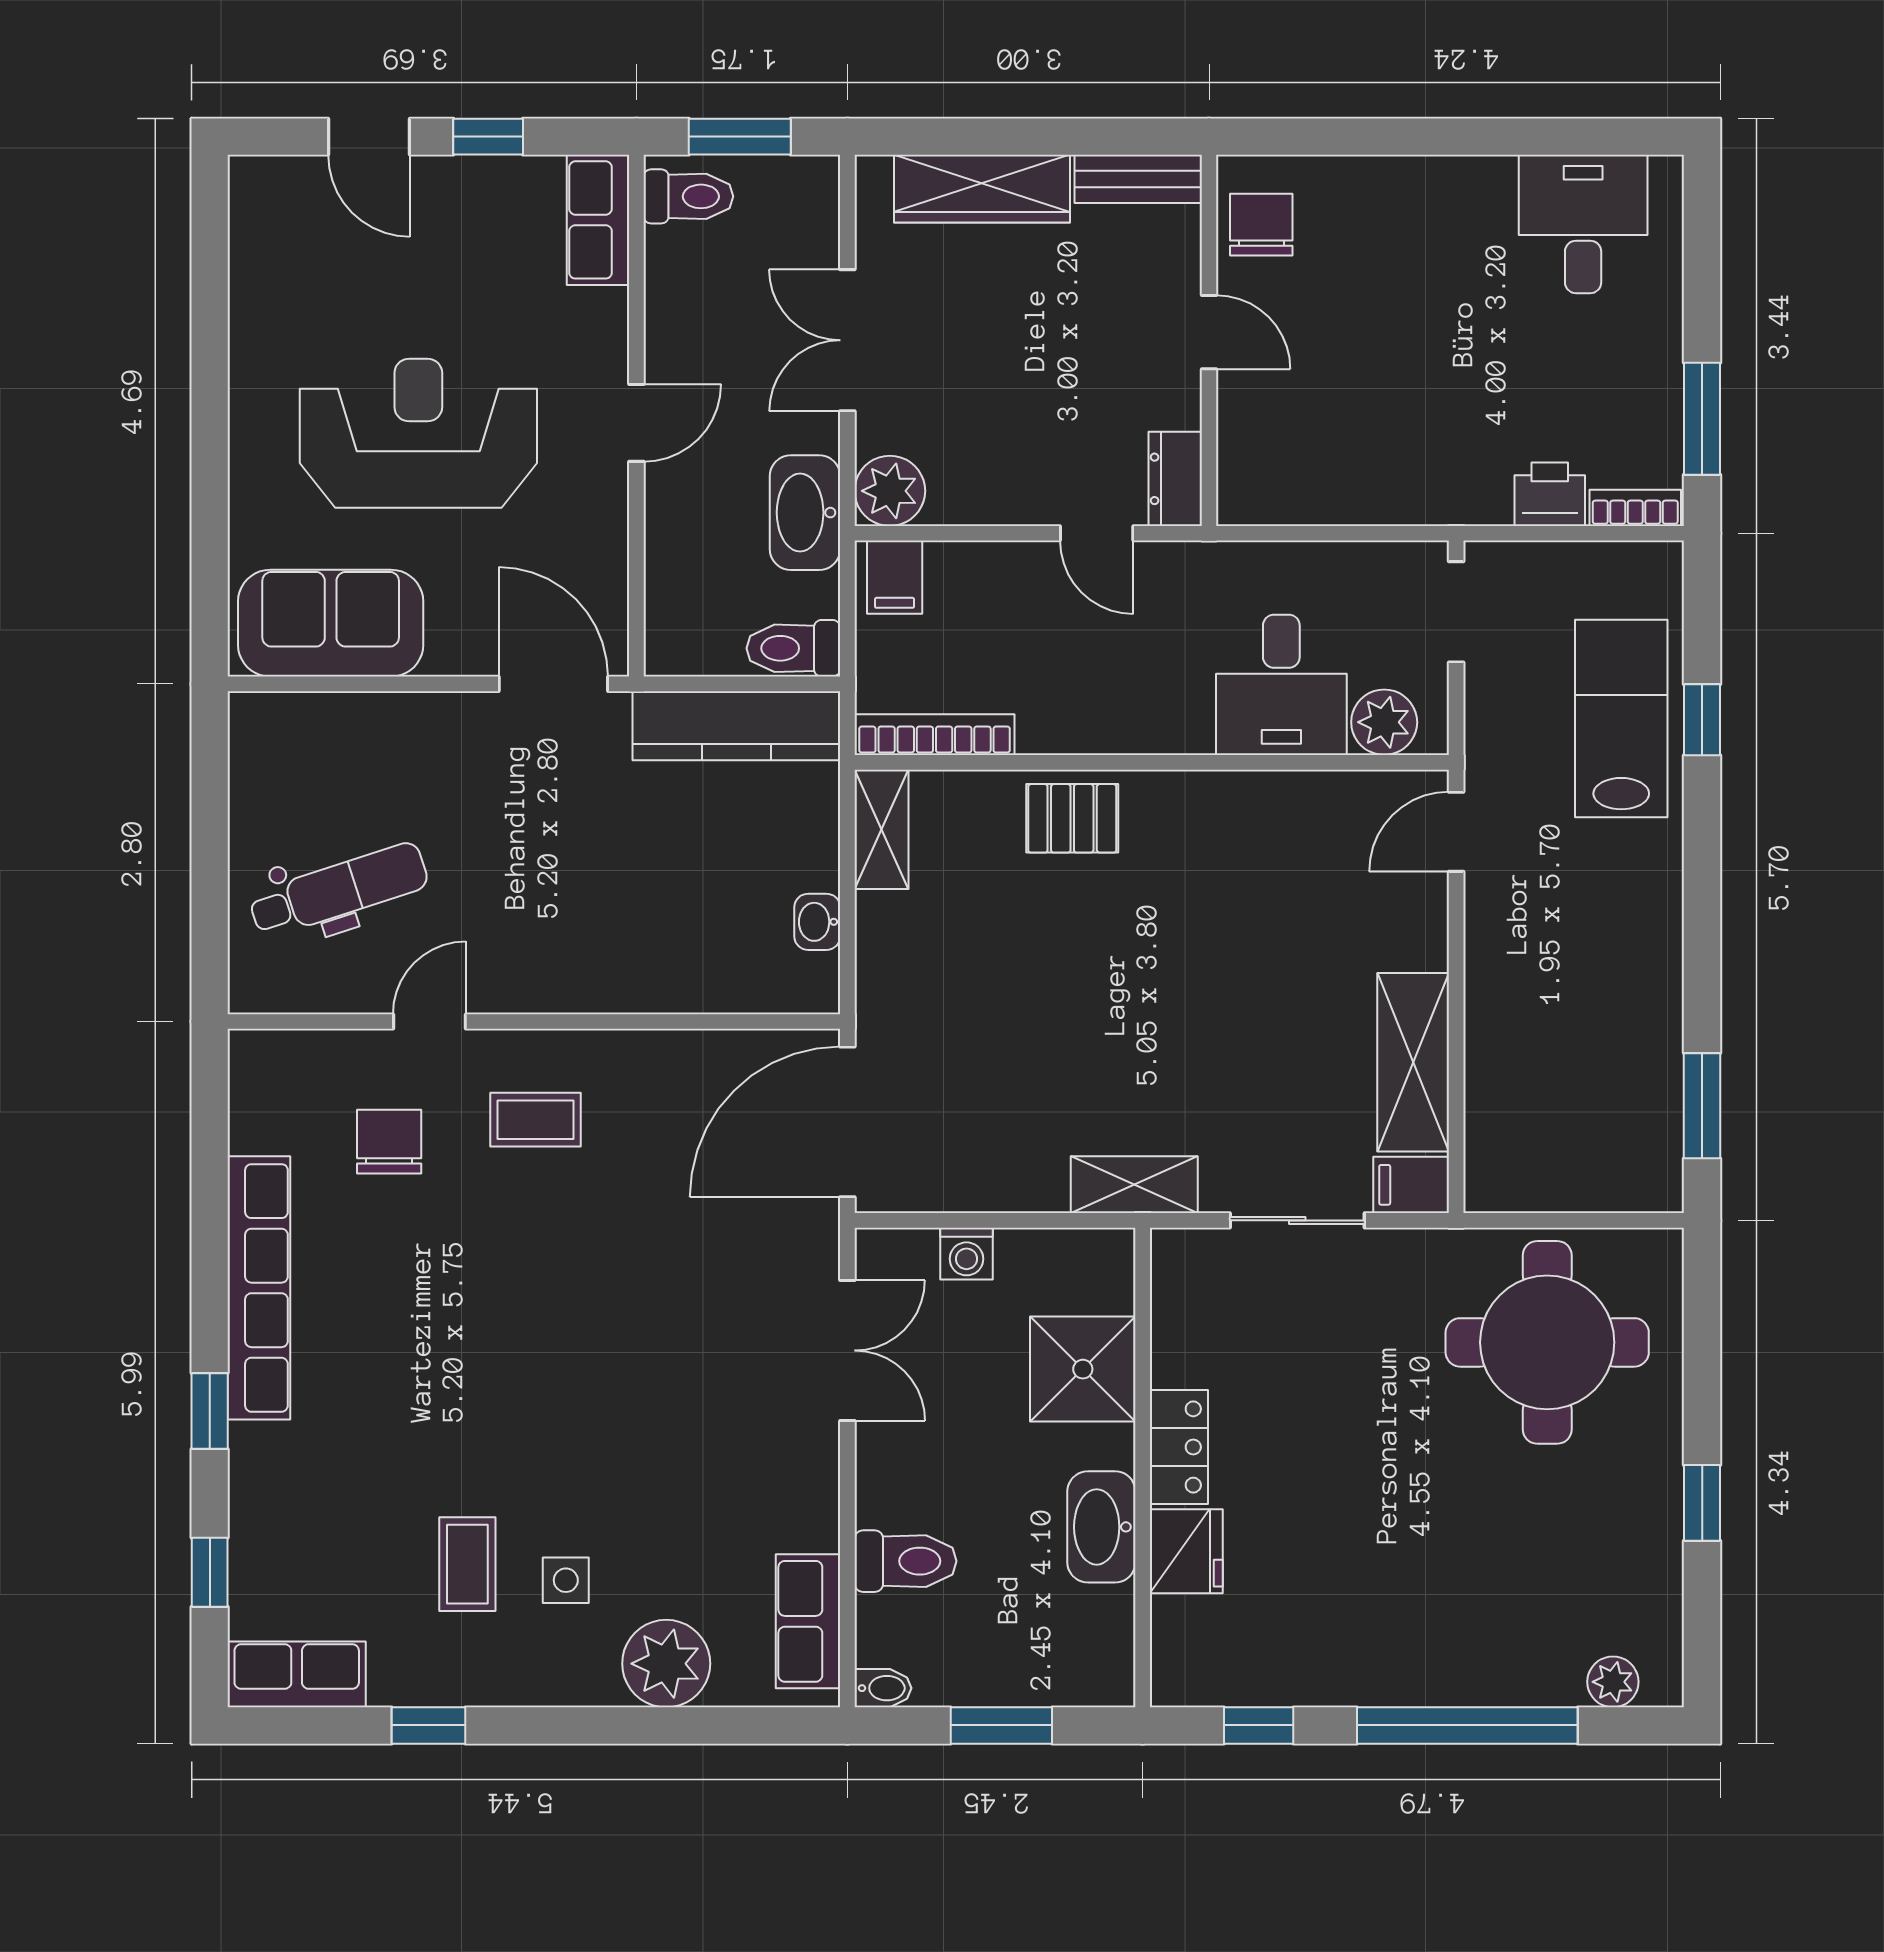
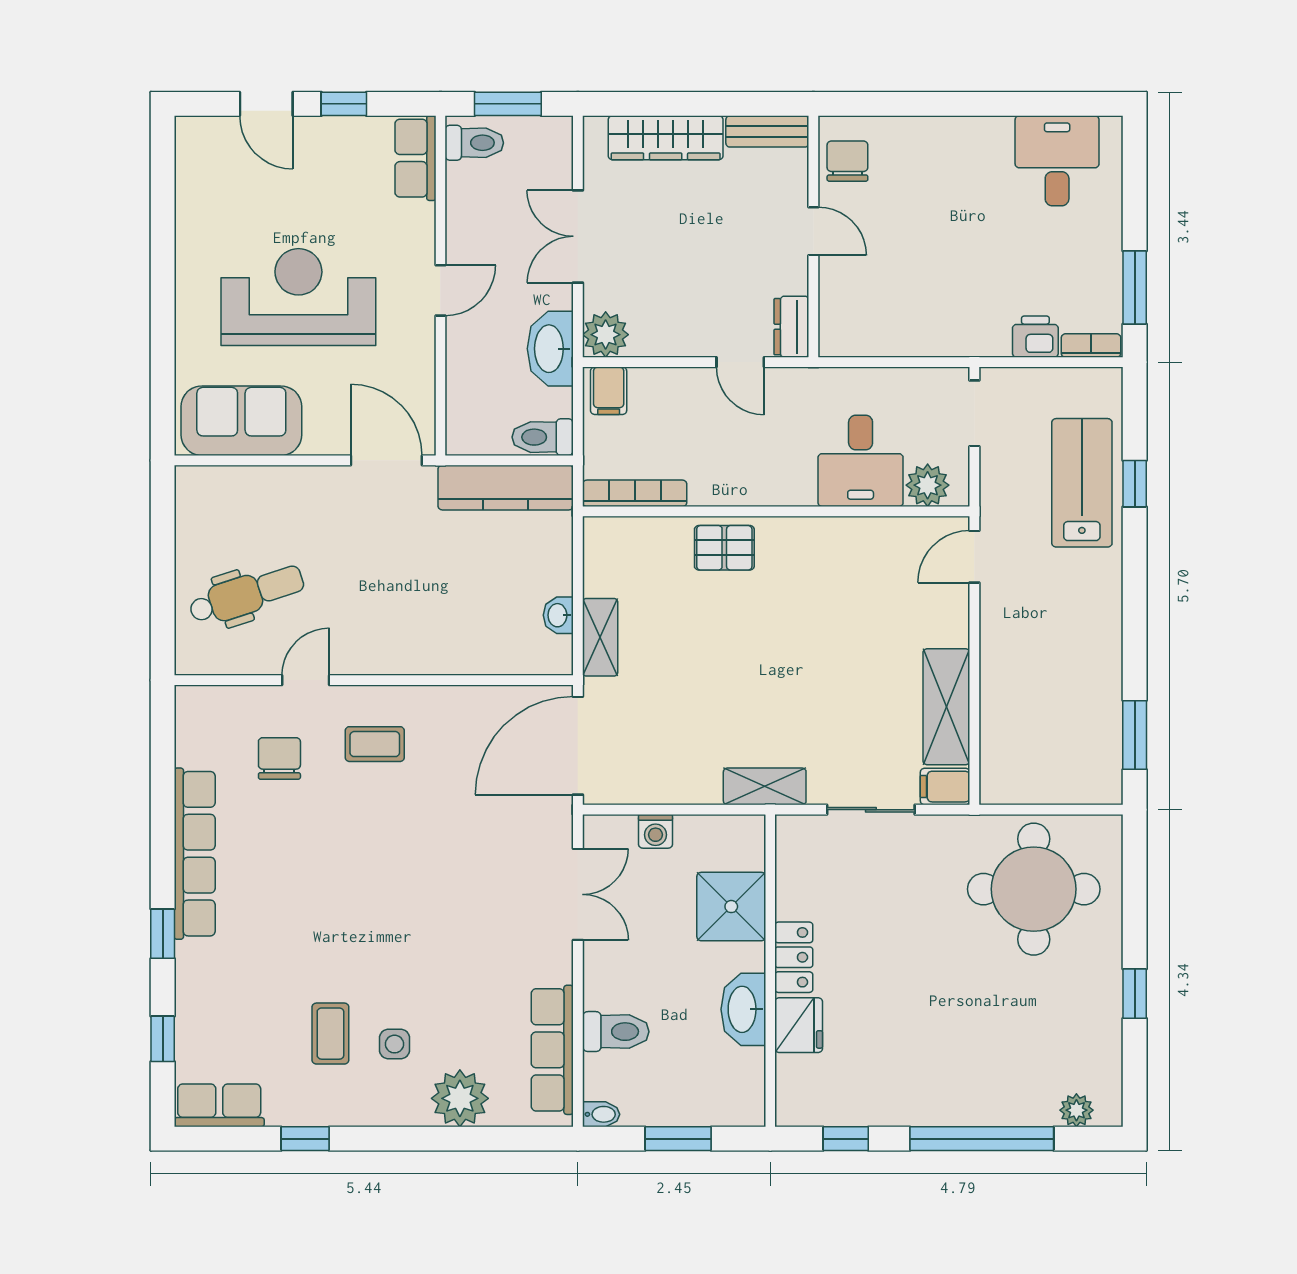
shelving: (882, 829) -> (600, 637), moved
row of seats: (808, 1621) -> (552, 1050), width x1.48

